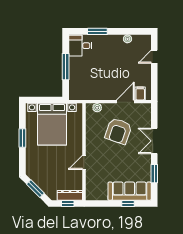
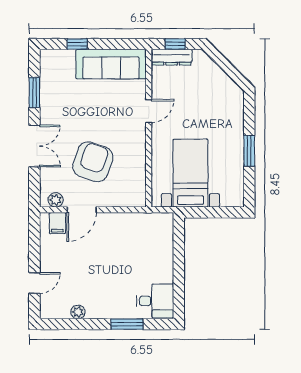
window: (66, 67) -> (179, 267), removed
plant: (97, 108) -> (56, 200), moved
bed with nightstands: (52, 124) -> (190, 173), width x0.73
window: (35, 189) -> (228, 68), removed
sofa: (130, 191) -> (111, 64), moved

